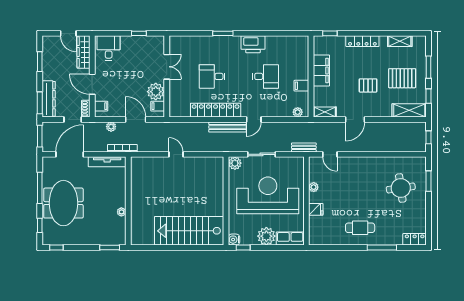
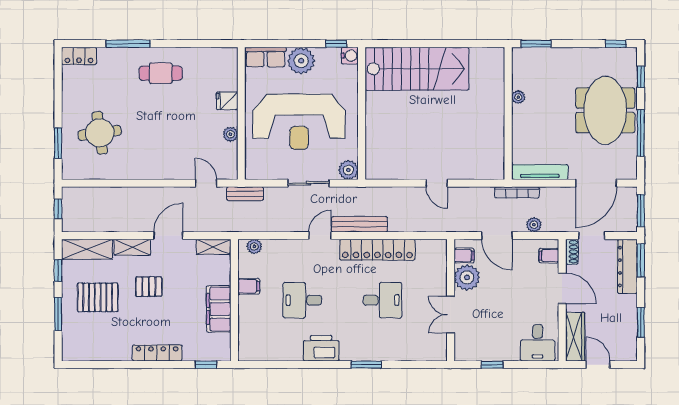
shelving: (400, 41) -> (132, 247), moved

